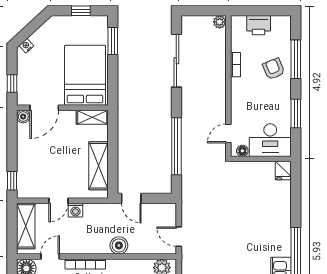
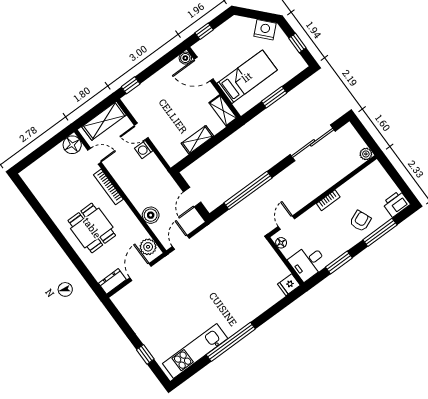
printer: (259, 25) -> (396, 204), moved, turned 90
window: (113, 41) -> (274, 97), moved
nightstand: (26, 46) -> (265, 30), moved, width x1.89, depth x1.79
bookcase: (236, 65) -> (328, 200), moved
bed: (85, 75) -> (247, 77), width x0.67
door: (228, 134) -> (286, 223), hinge flipped
desk: (270, 140) -> (308, 262), width x0.73
shelving: (99, 166) -> (197, 140), width x0.67, depth x0.75
door: (131, 198) -> (192, 197), moved
boiler: (119, 245) -> (151, 215), moved

